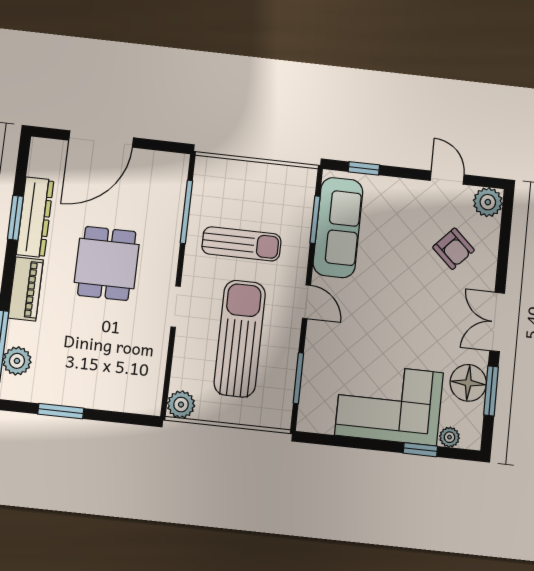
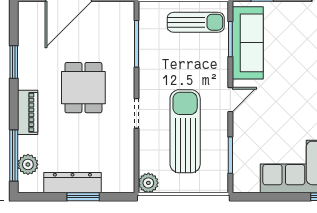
dresser: (35, 217) -> (72, 183), moved, turned -90
sun lounger: (241, 244) -> (196, 22), moved
door: (306, 302) -> (230, 100), hinge flipped
window: (61, 411) -> (83, 197), moved

